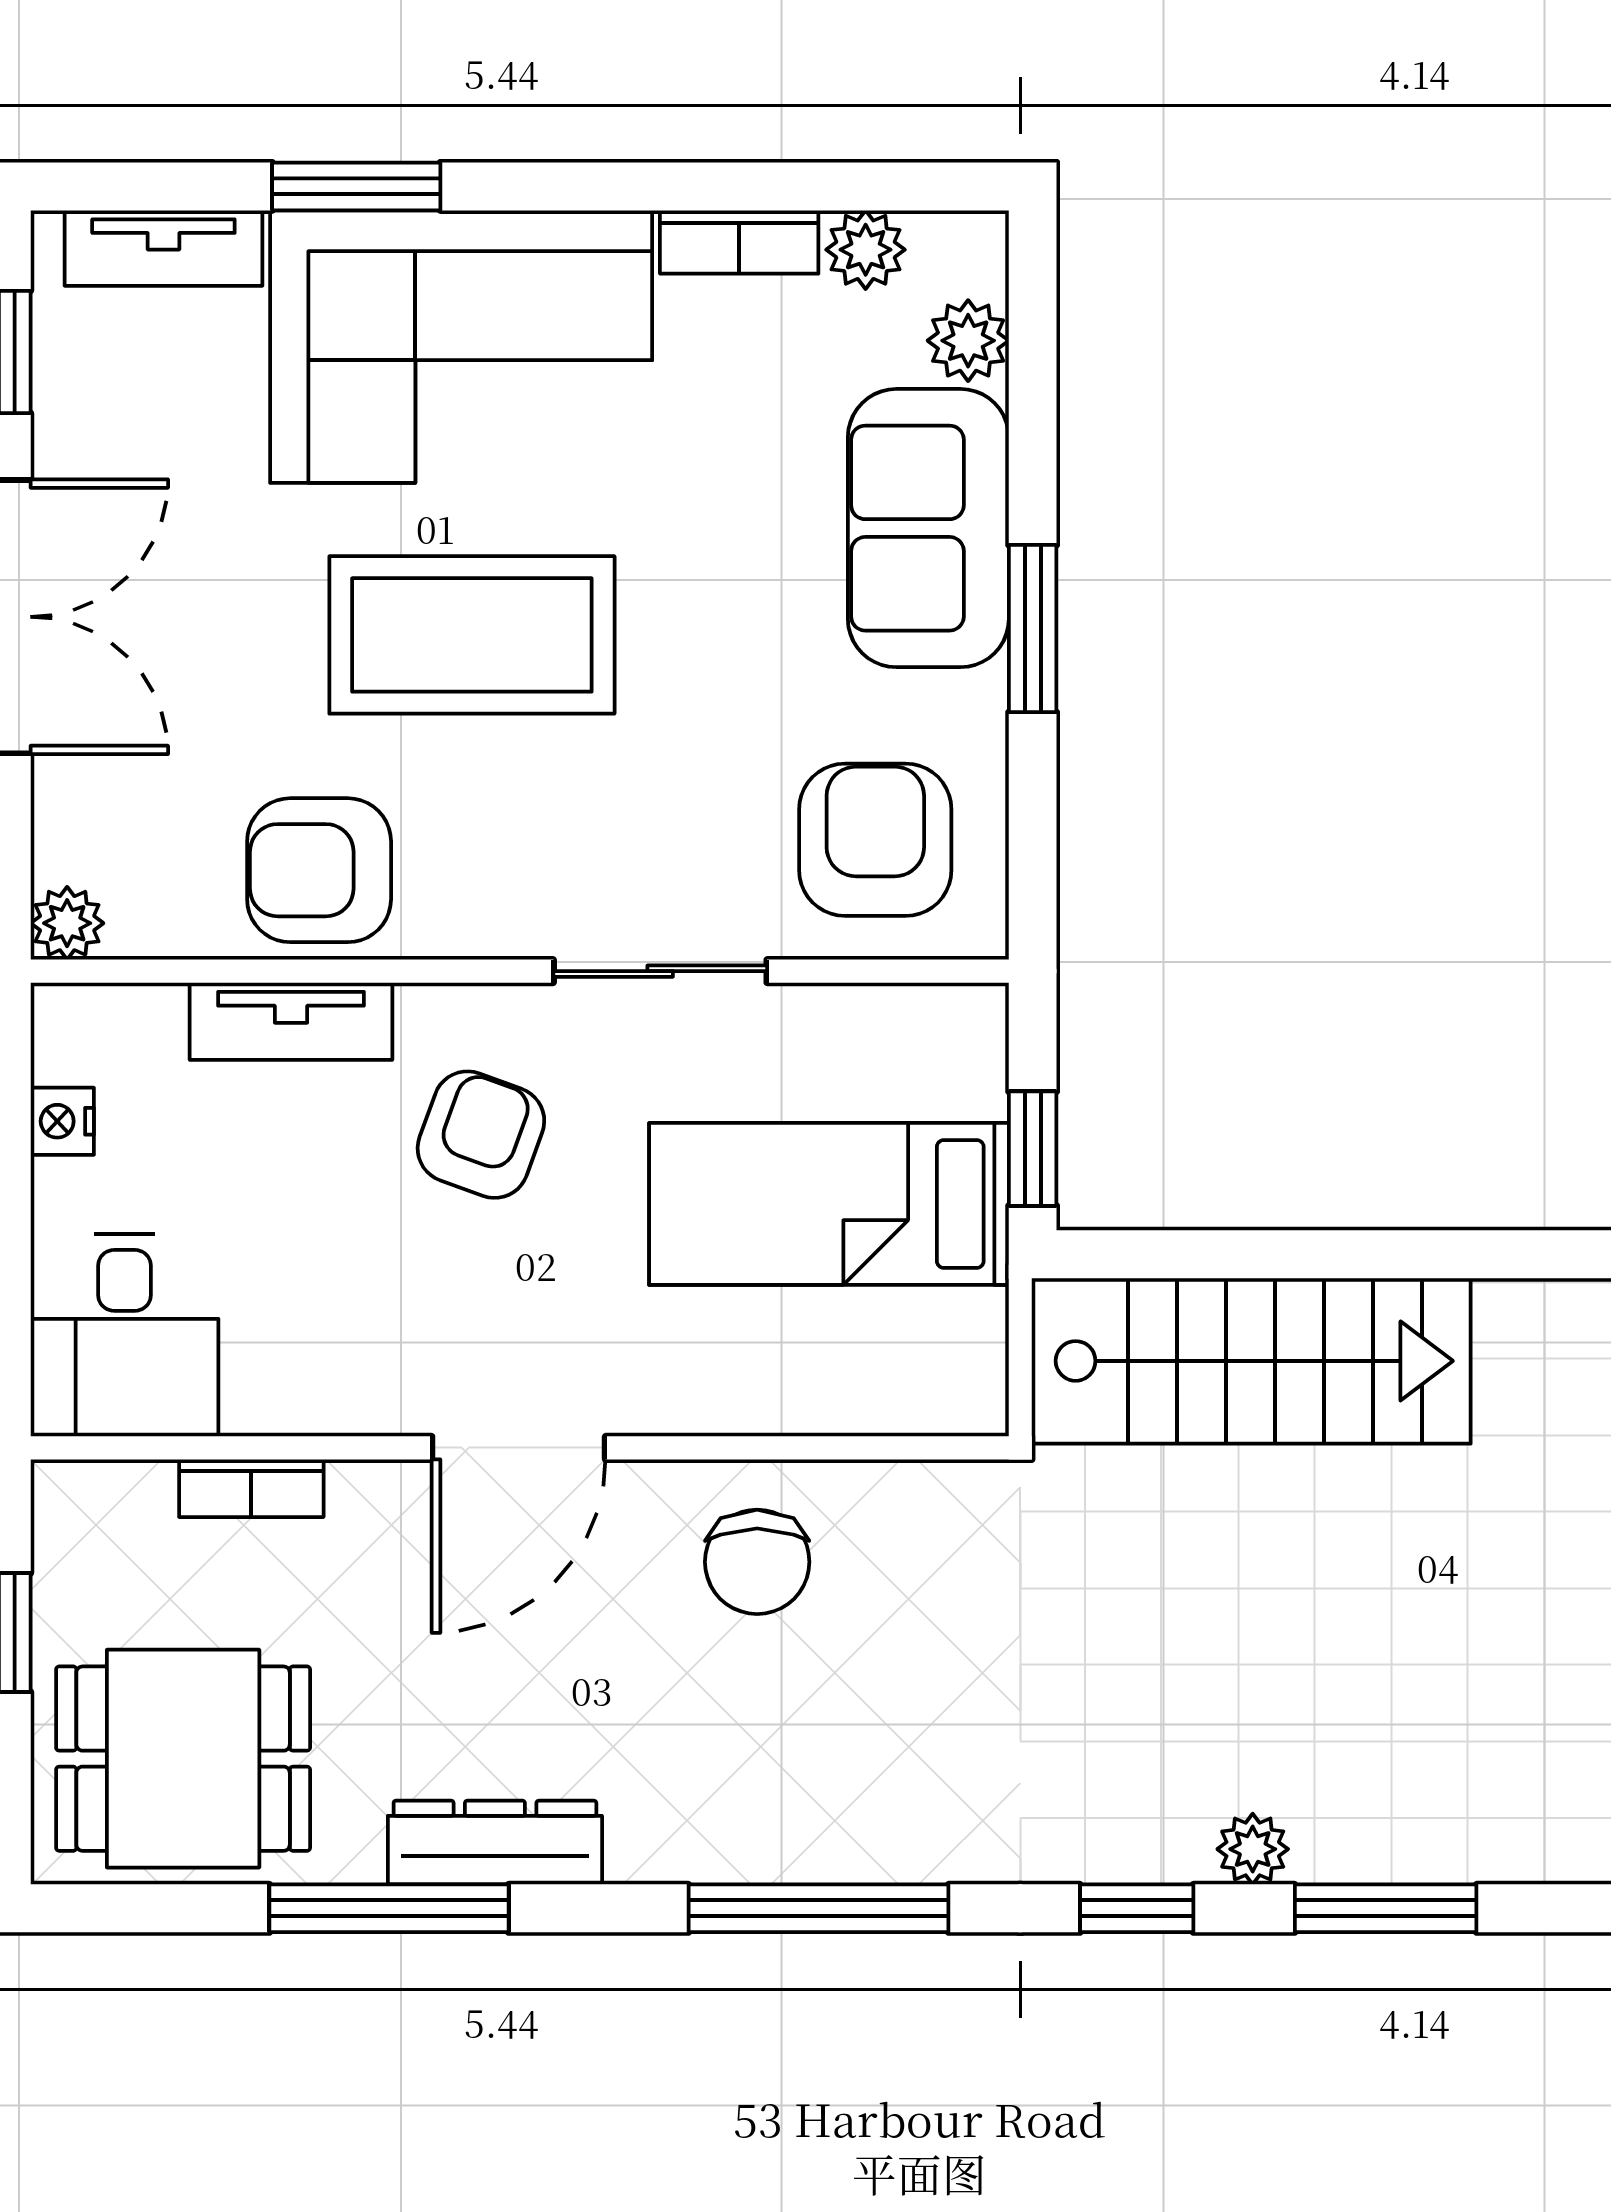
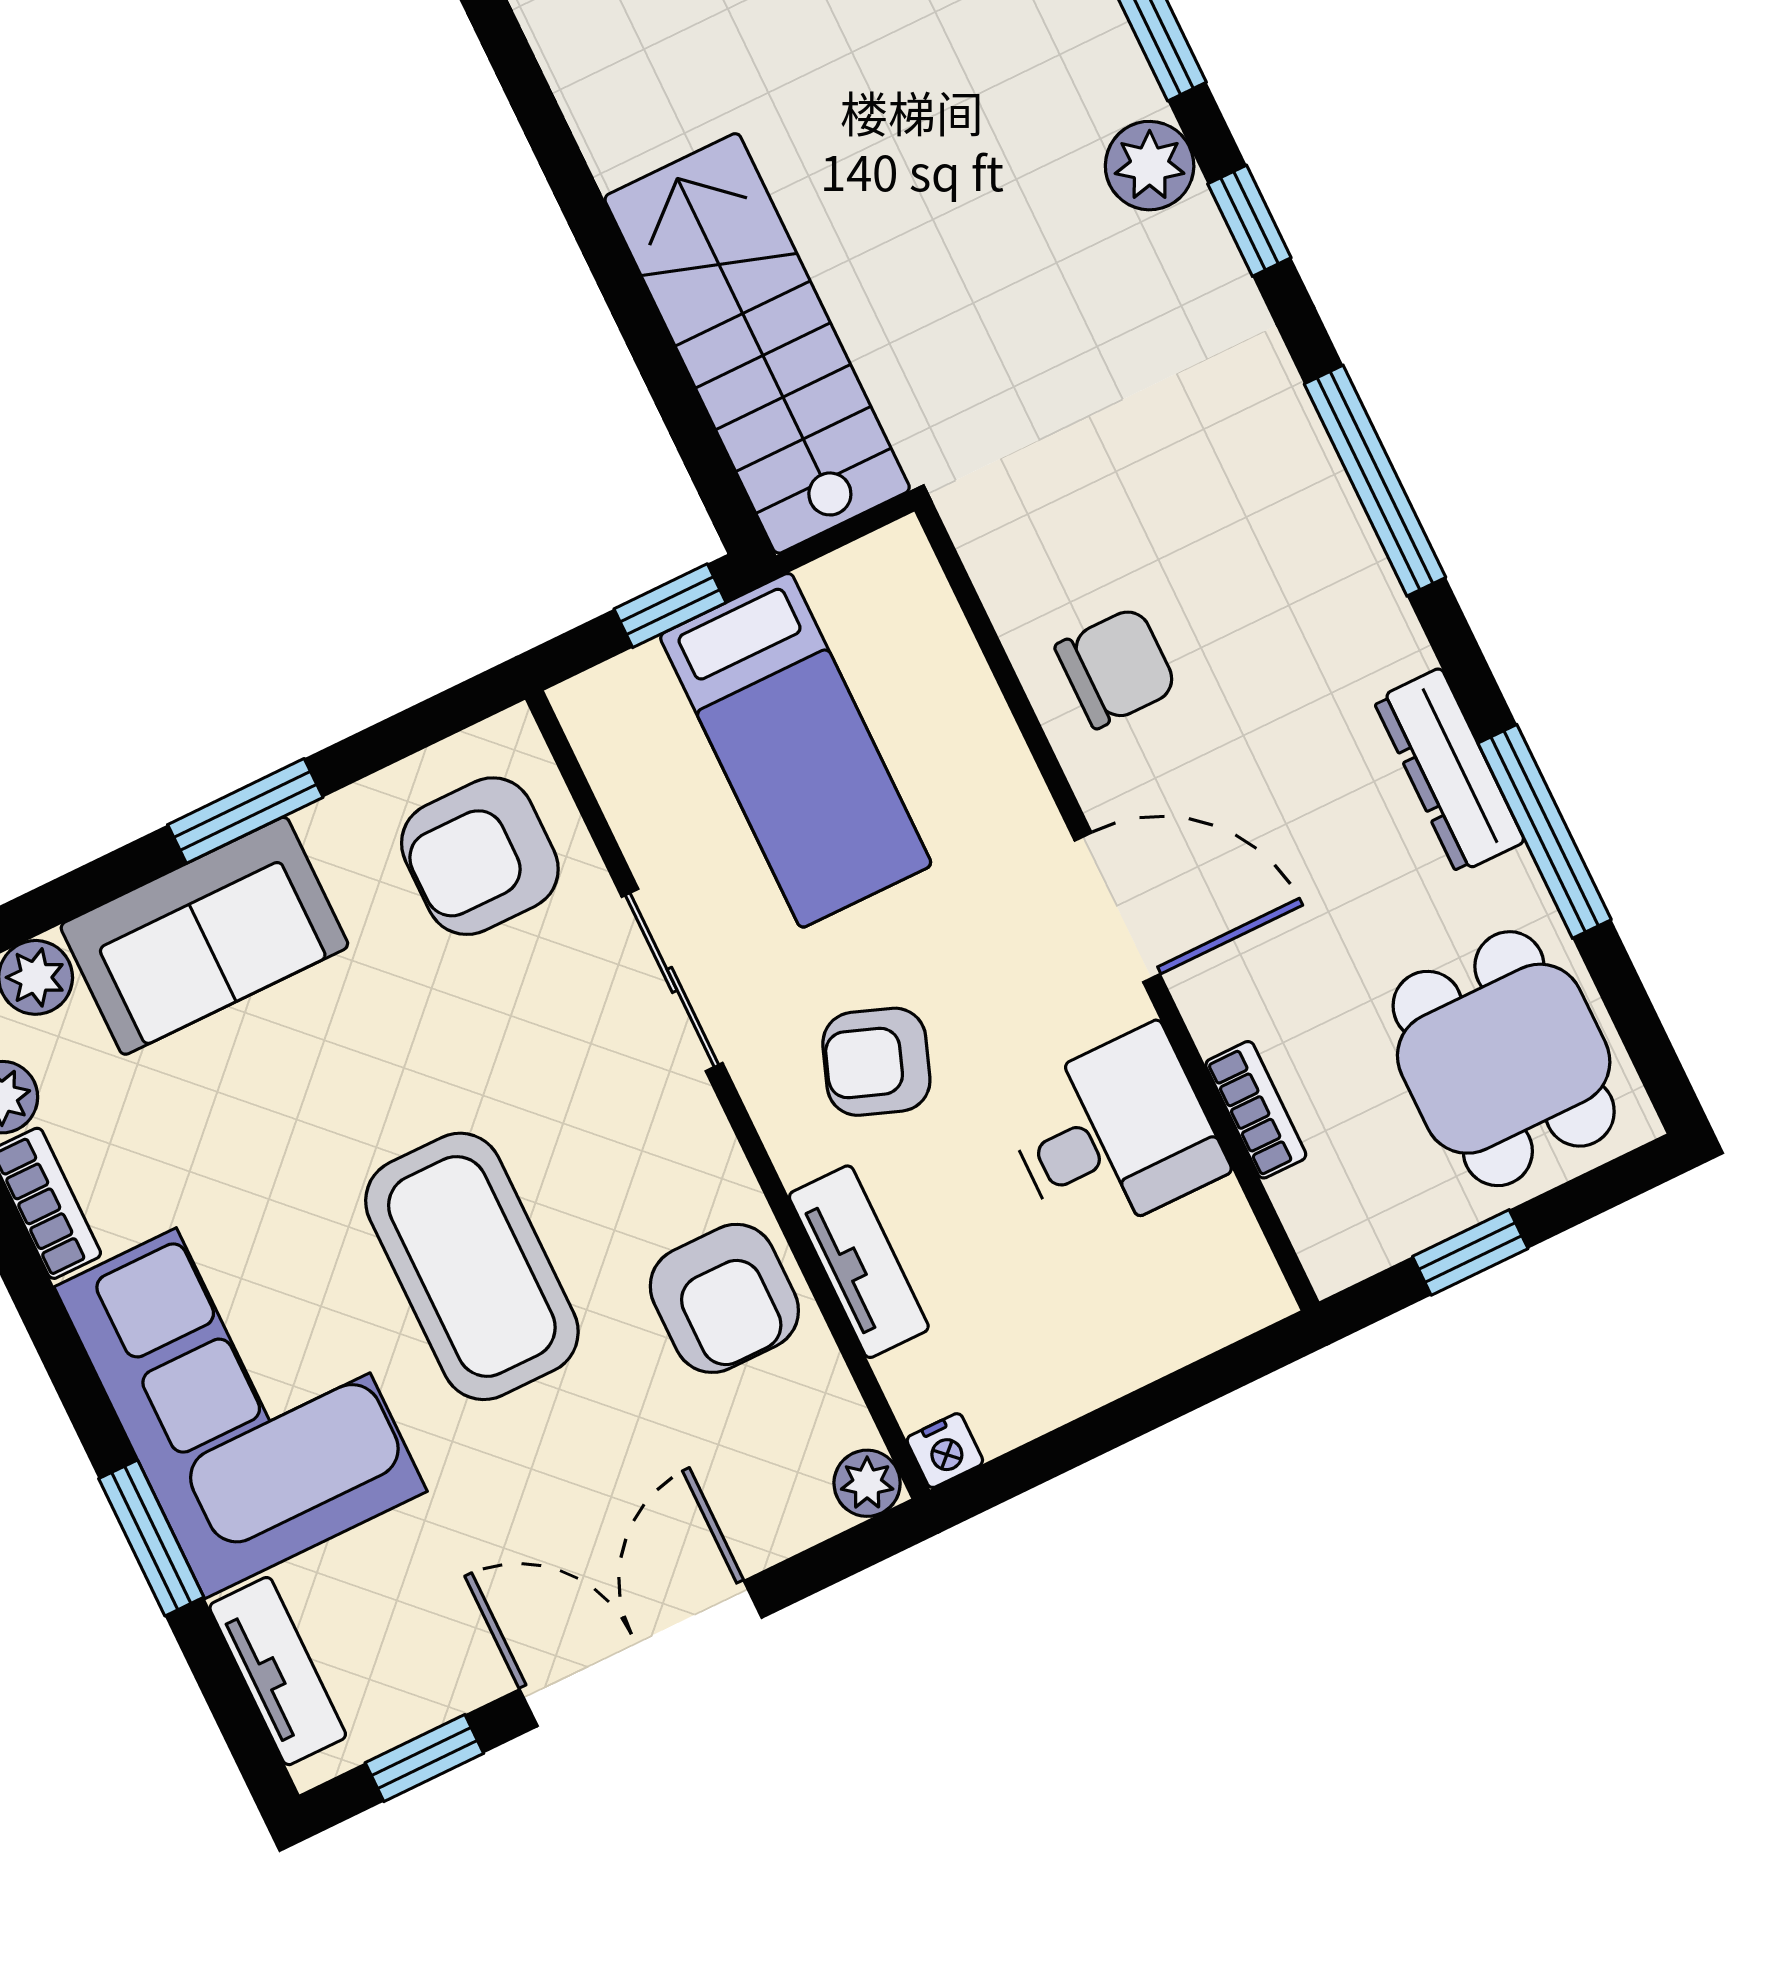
nightstand: (62, 1121) -> (945, 1451), moved
desk: (125, 1335) -> (1114, 1135), moved
plant: (1253, 1849) -> (1150, 166), width x1.38, depth x1.38

